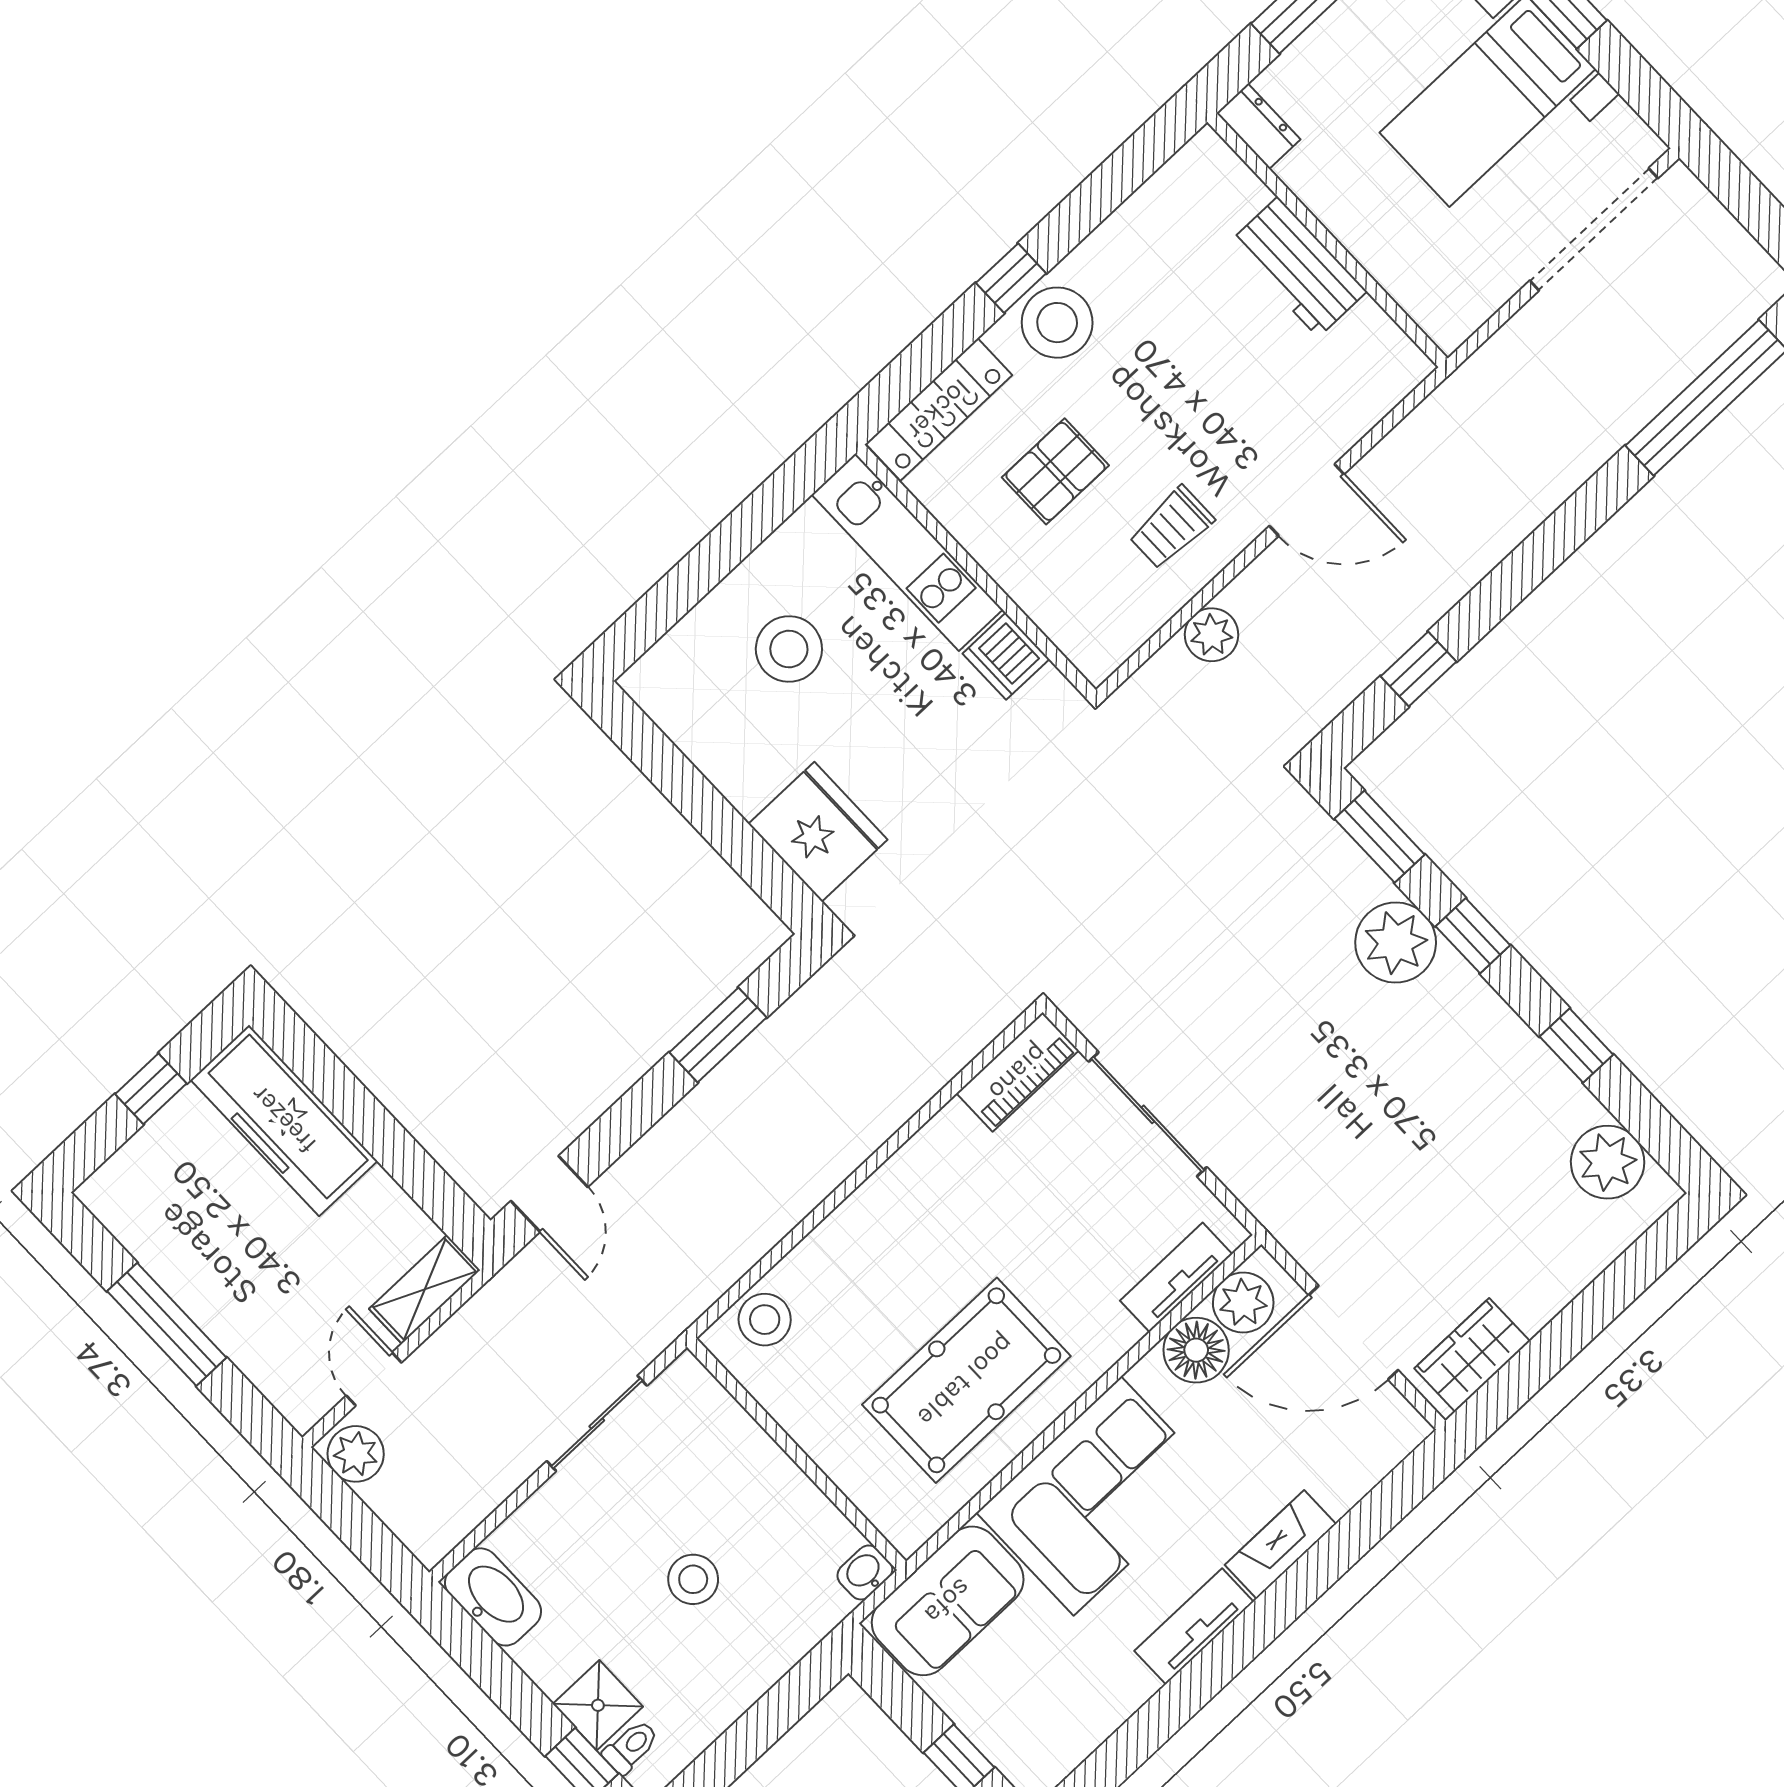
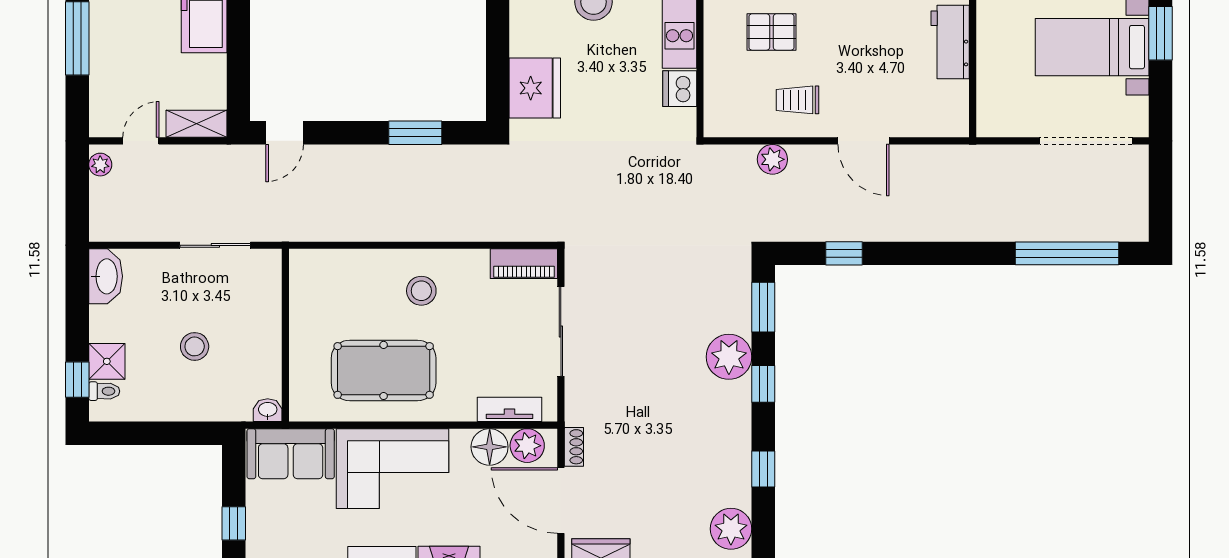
shoe rack: (1305, 1247) -> (574, 447), added
stool: (765, 1320) -> (421, 291), moved
plant: (356, 1454) -> (100, 165), width x0.73, depth x0.73

